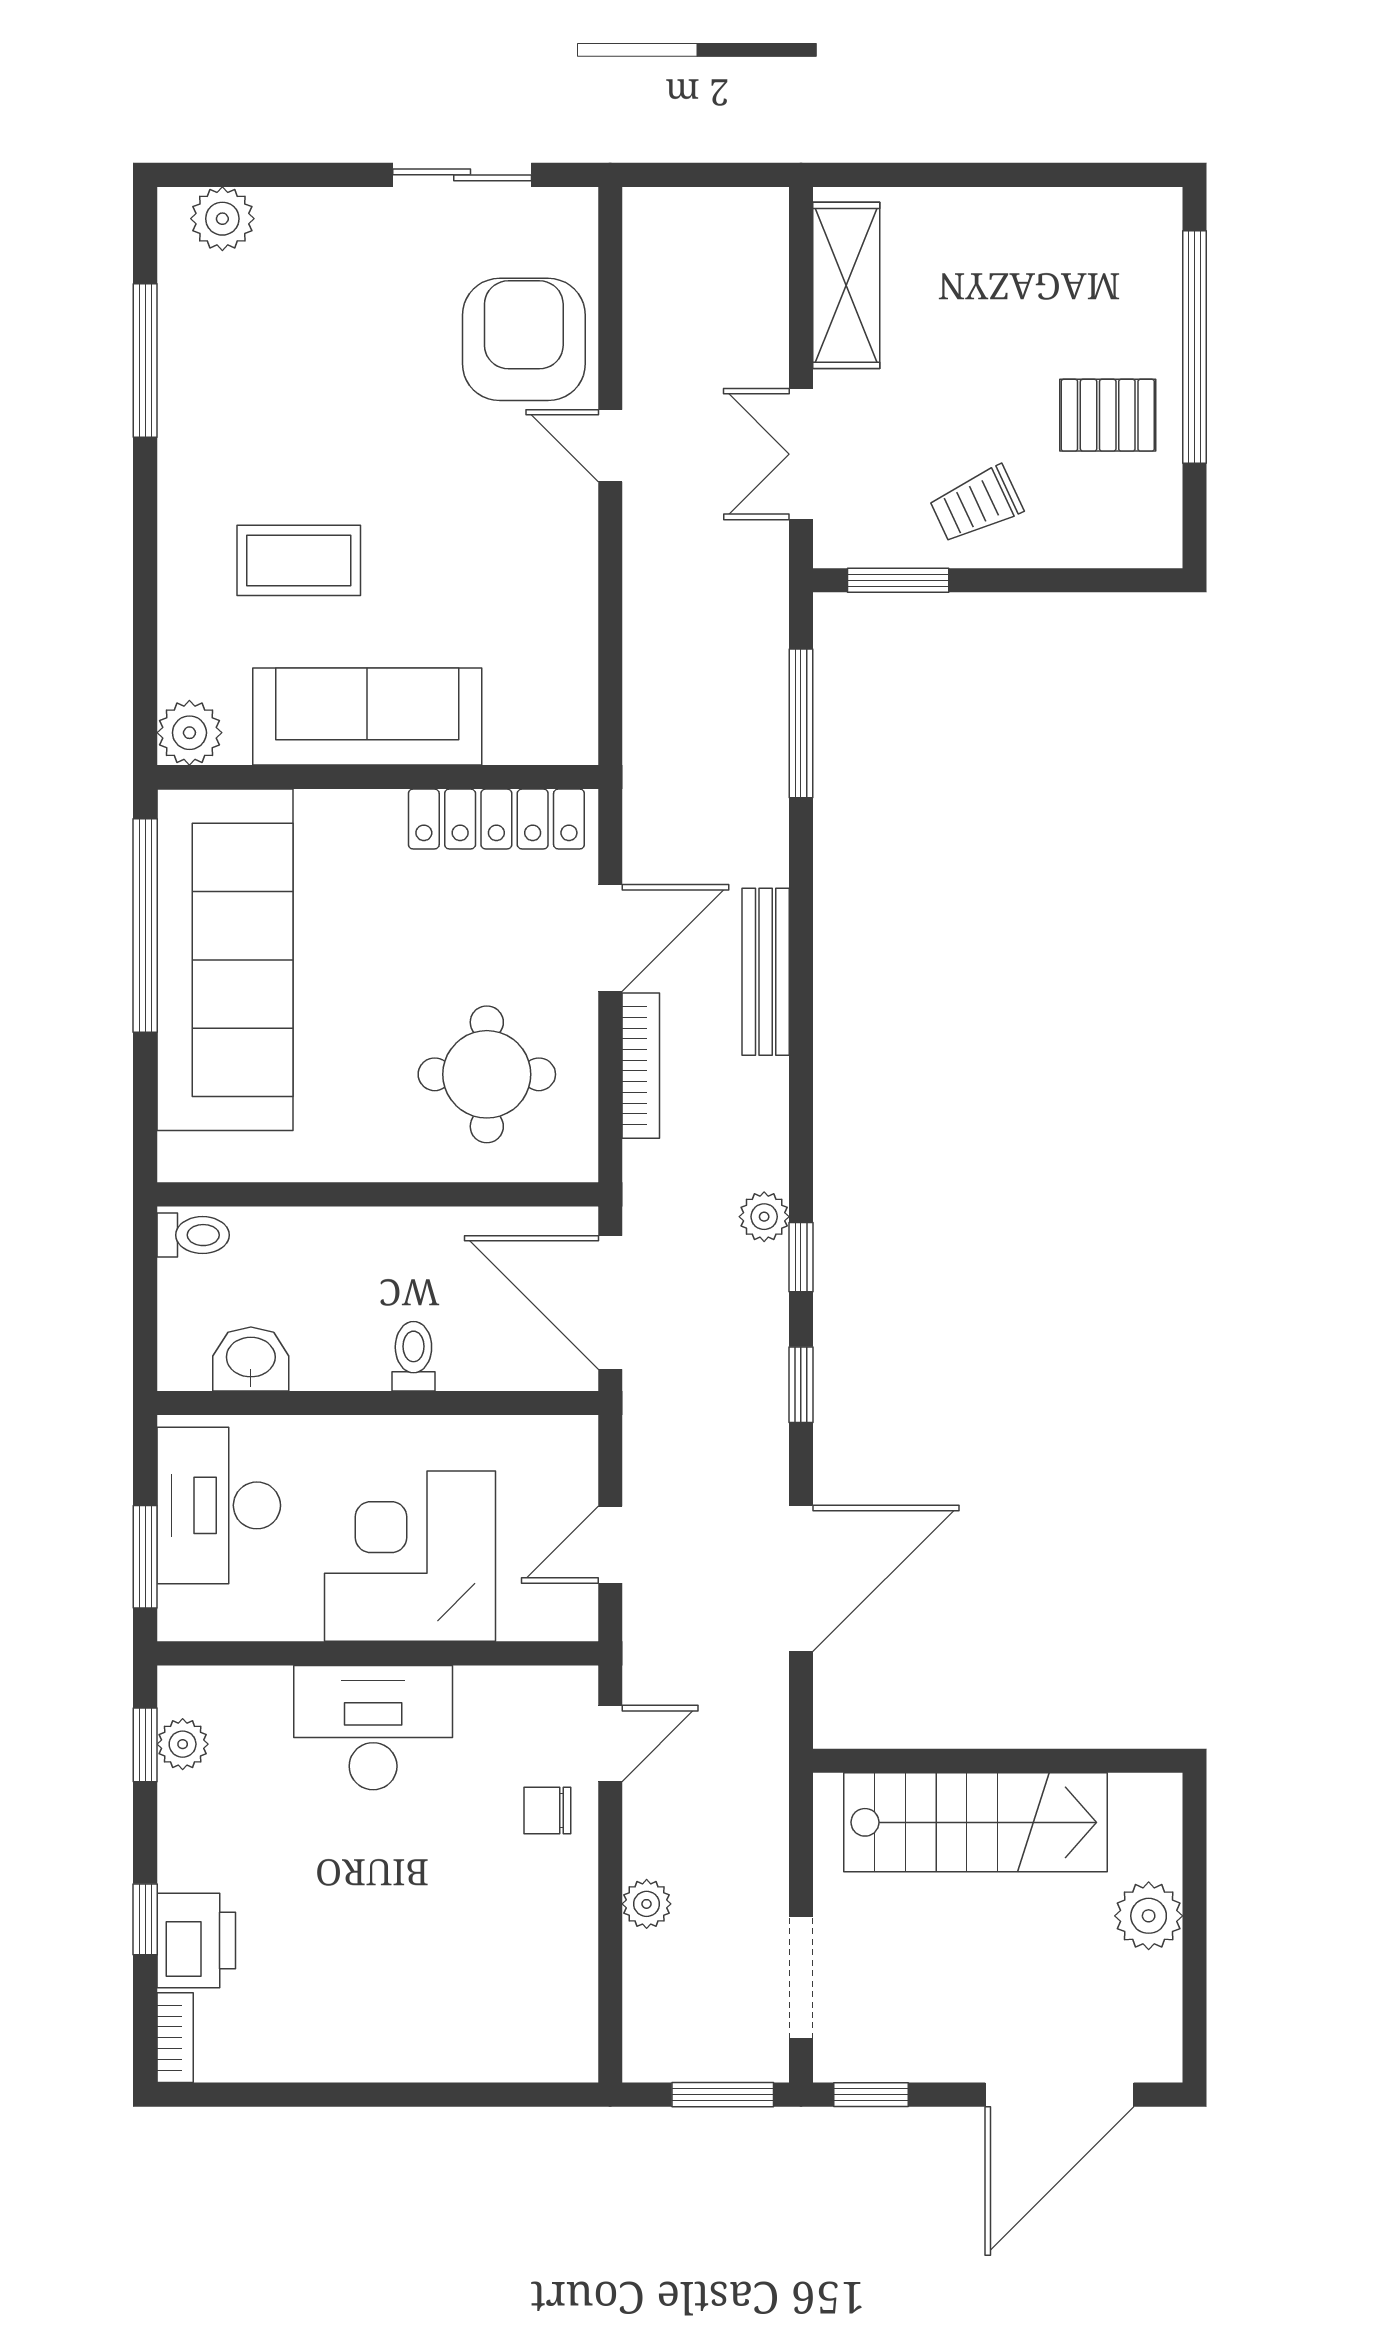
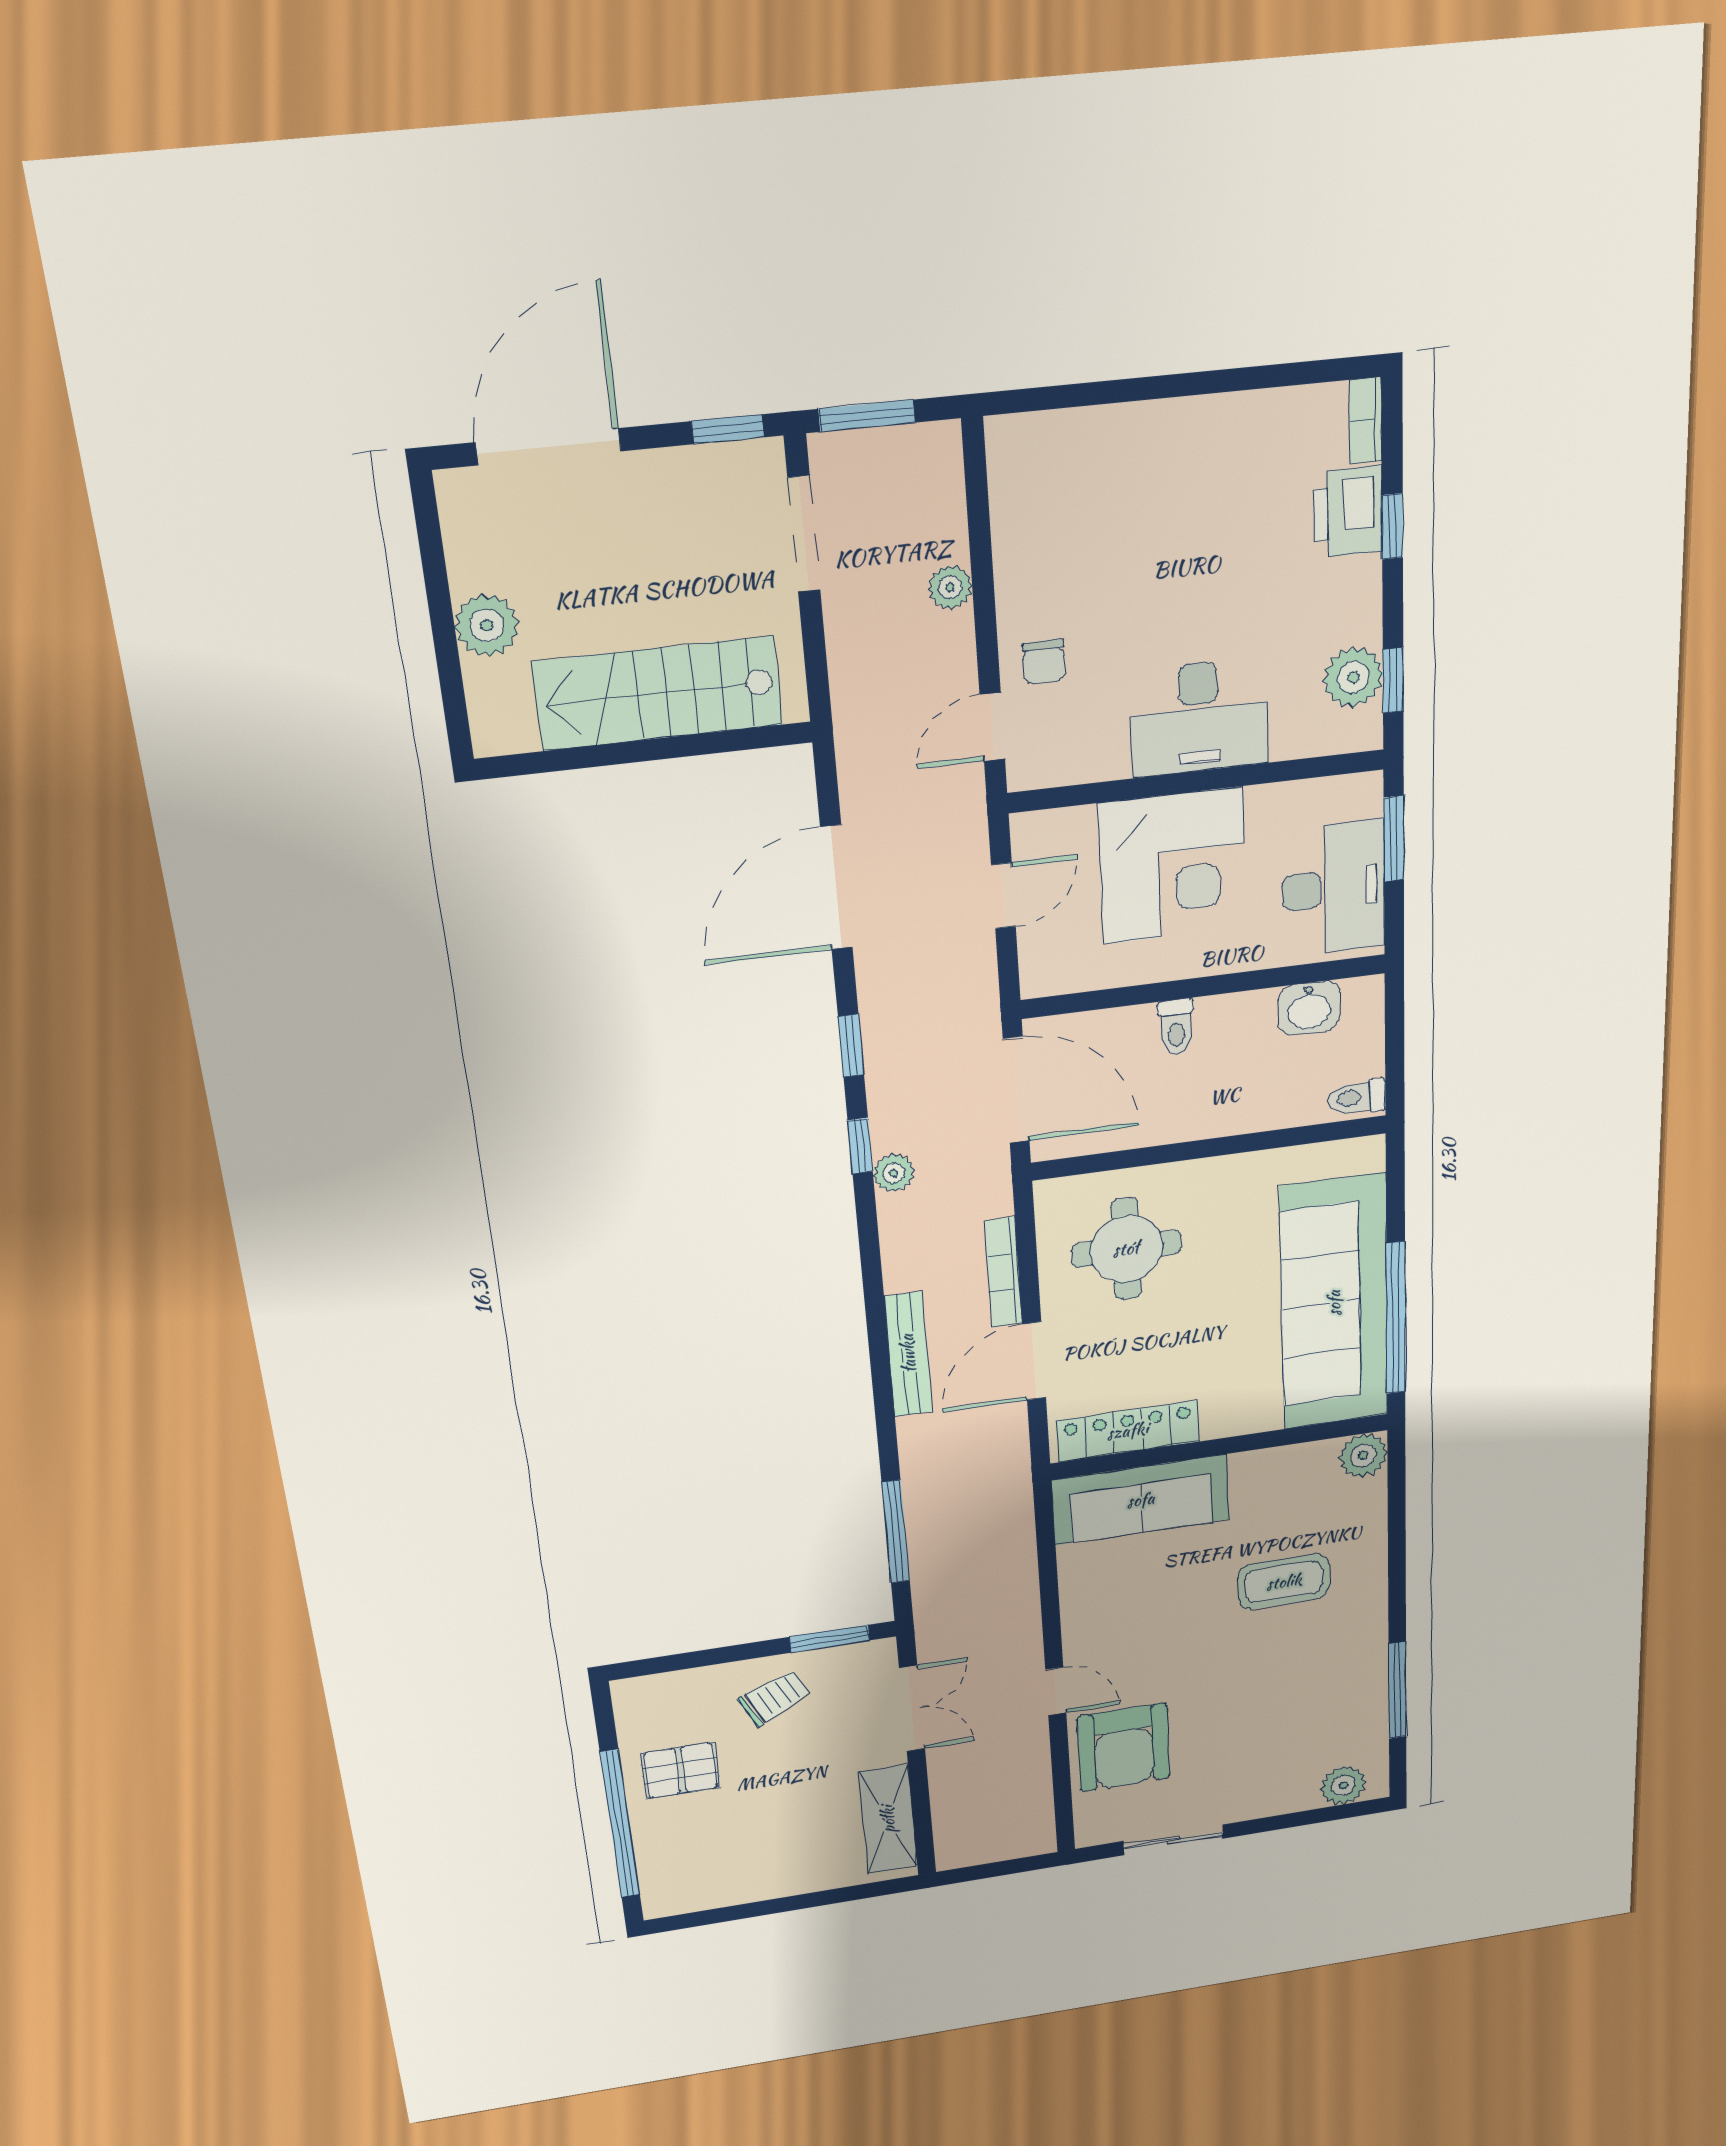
sofa: (367, 717) -> (1141, 1500), moved
plant: (183, 1744) -> (1353, 677), width x1.38, depth x1.38
chair: (547, 1810) -> (1044, 662), turned 90

